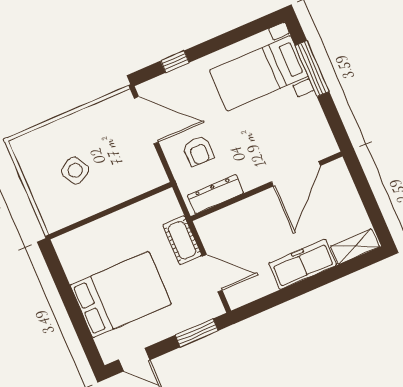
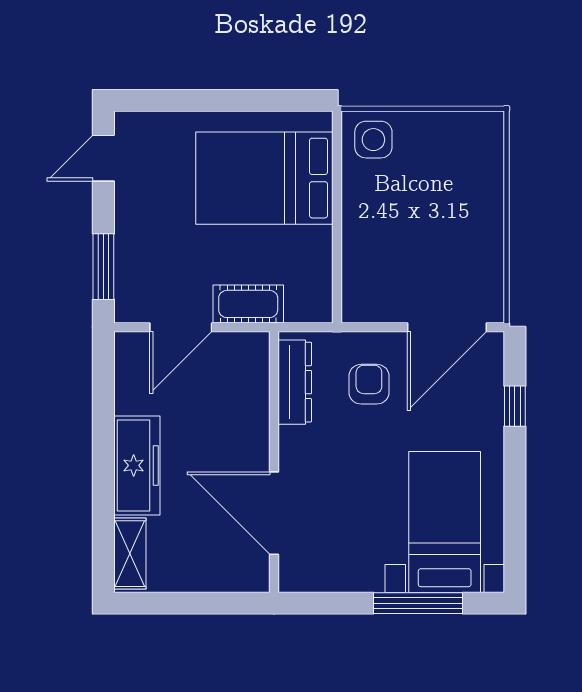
armchair: (198, 151) -> (369, 384), turned 90
side table: (75, 170) -> (373, 140), moved, turned 30
bed: (121, 295) -> (264, 178), moved, turned 90

